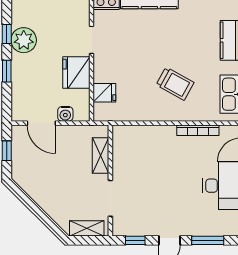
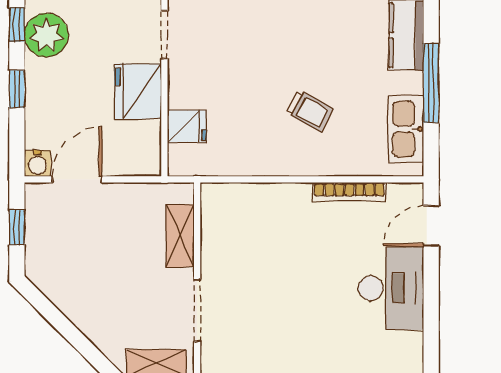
trolley: (175, 84) -> (310, 111), width x0.73, depth x0.72
water cooler: (65, 114) -> (37, 163), moved
door: (41, 123) -> (77, 179), swing flipped

